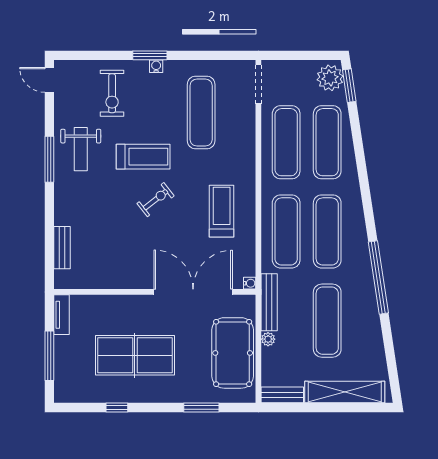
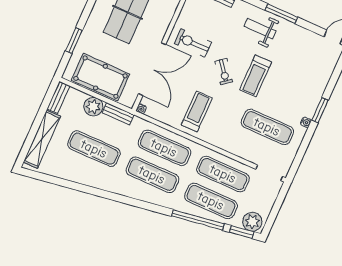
water cooler: (156, 66) -> (306, 122), moved
exercise bike: (112, 93) -> (193, 43), moved
weight bench: (81, 149) -> (260, 29), moved
treadmill: (222, 211) -> (197, 111), turned -90
window: (378, 277) -> (198, 220), moved
bench: (269, 302) -> (118, 114), width x0.73
plant: (268, 339) -> (93, 107), width x1.88, depth x1.88

